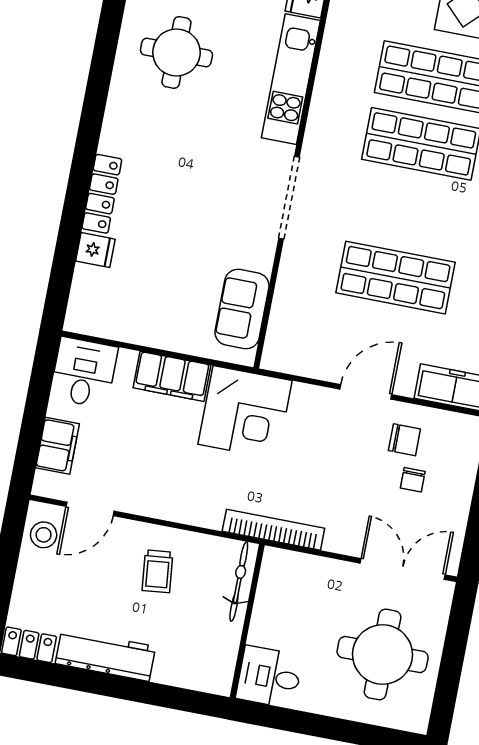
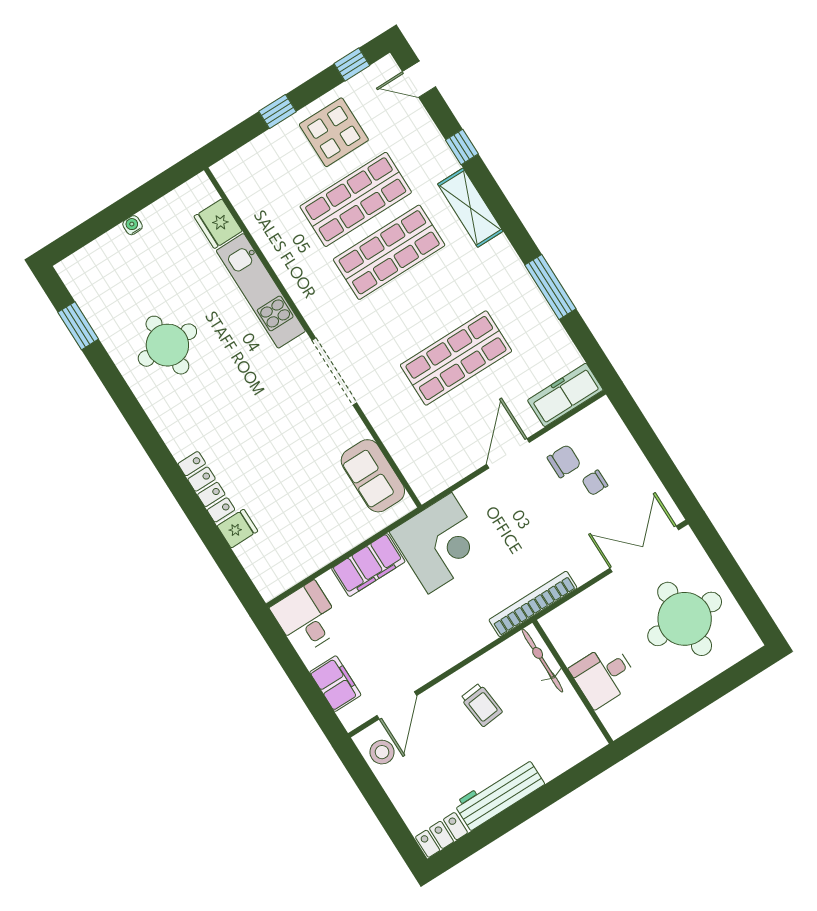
chair: (413, 480) -> (595, 483), turned 90
desk: (269, 677) -> (604, 675), moved

